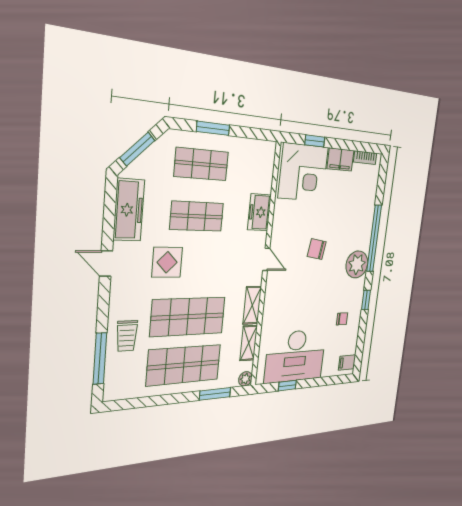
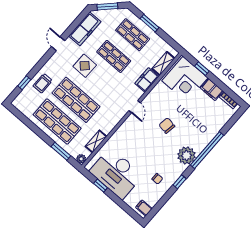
shelving: (252, 305) -> (163, 64), moved
window: (100, 359) -> (24, 83), width x0.46

